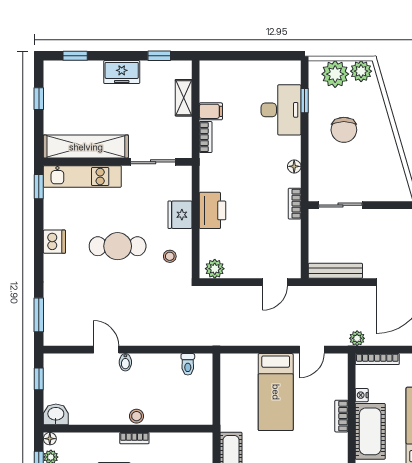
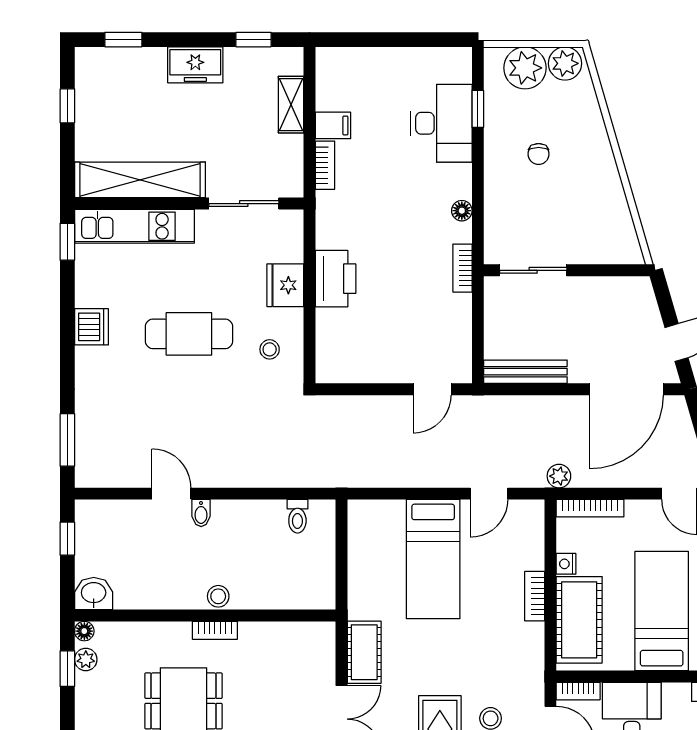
chair: (344, 130) -> (539, 154), width x0.54, depth x0.54
plant: (215, 269) -> (339, 369), removed

